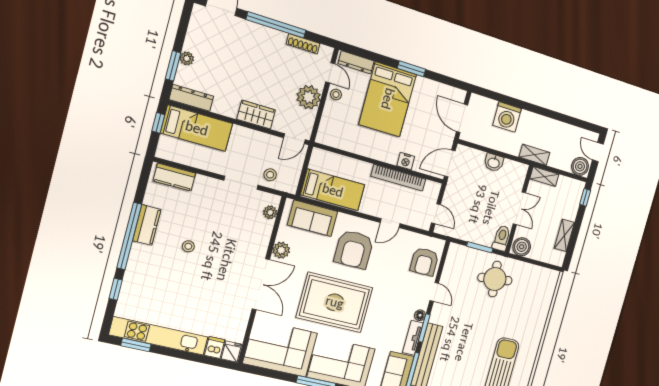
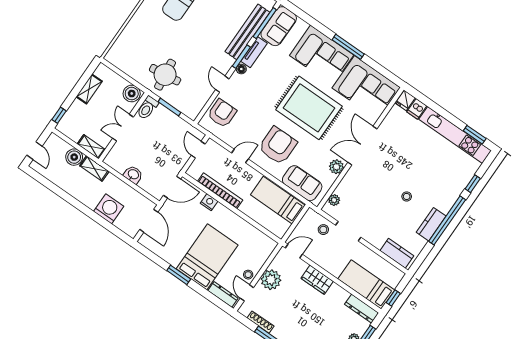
boiler: (580, 166) -> (74, 157), moved

